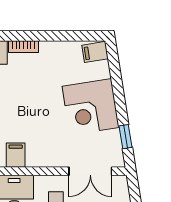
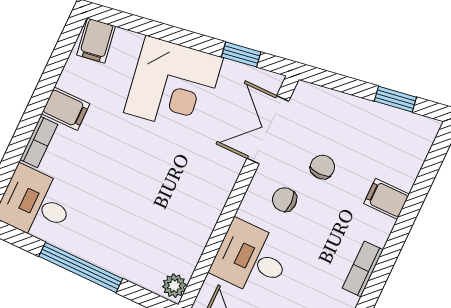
filing cabinet: (16, 155) -> (66, 109), moved, turned 180
double door: (90, 171) -> (268, 130), swing flipped

